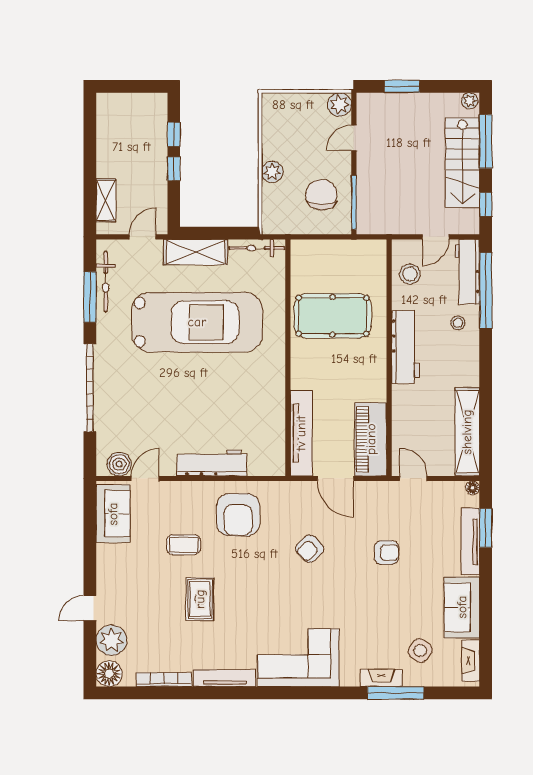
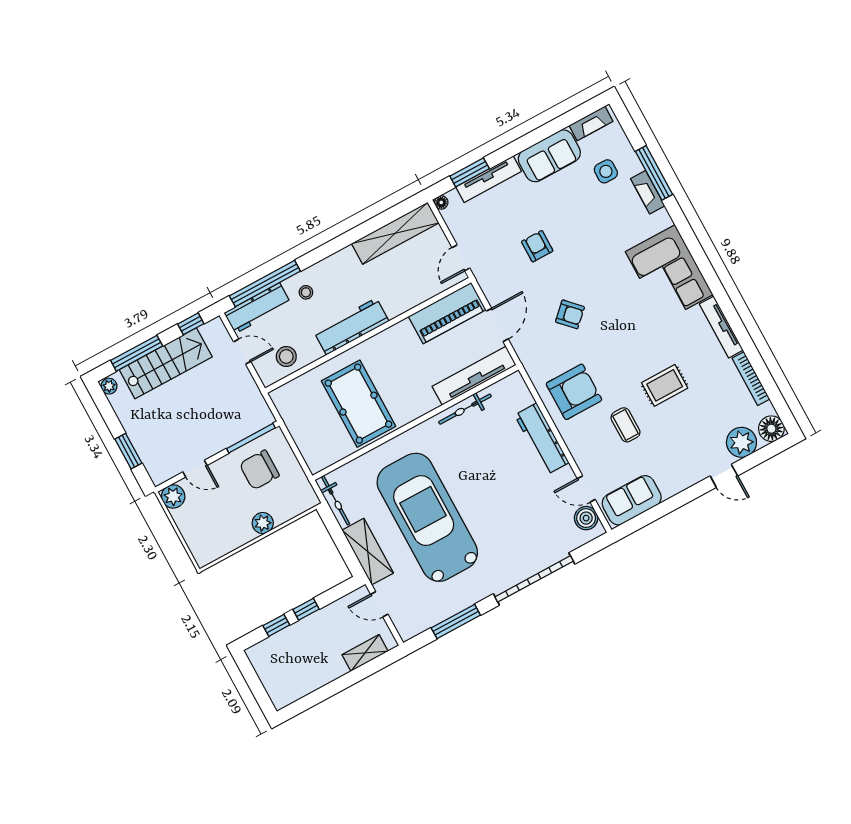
bicycle: (106, 282) -> (465, 409), moved, turned 180
side table: (420, 651) -> (606, 171), turned -37

